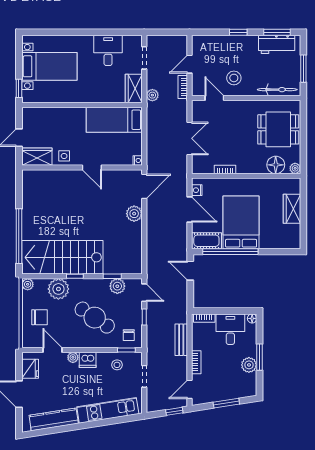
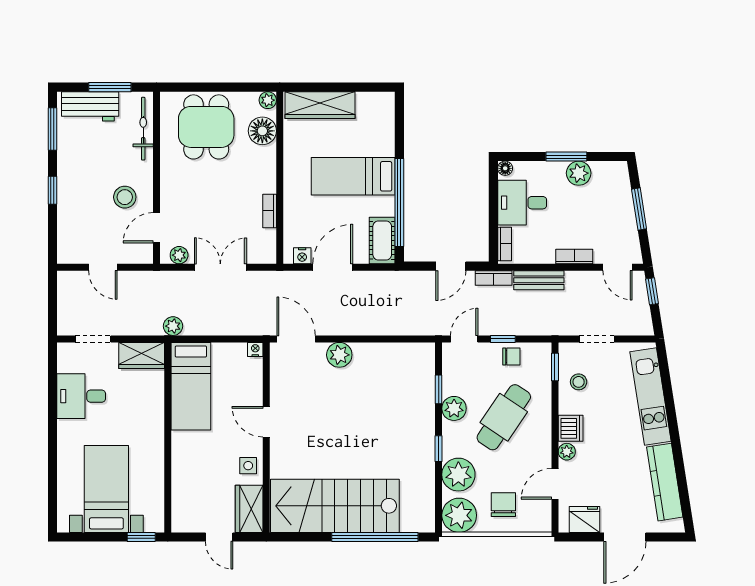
workbench: (277, 44) -> (90, 106), moved, turned 90
bookcase: (183, 87) -> (494, 278), moved
plant: (152, 95) -> (173, 326), moved
plant: (197, 112) -> (179, 255), added
door: (92, 167) -> (266, 422), swing flipped
wardrobe: (292, 209) -> (320, 105), width x1.50
bed: (241, 222) -> (353, 176), width x0.67
stairs: (62, 257) -> (335, 506), moved, turned 90
door: (190, 271) -> (451, 266), moved
plant: (28, 284) -> (459, 515), width x1.87, depth x1.87
plant: (117, 286) -> (454, 408), moved
chair: (129, 335) -> (511, 356), moved

